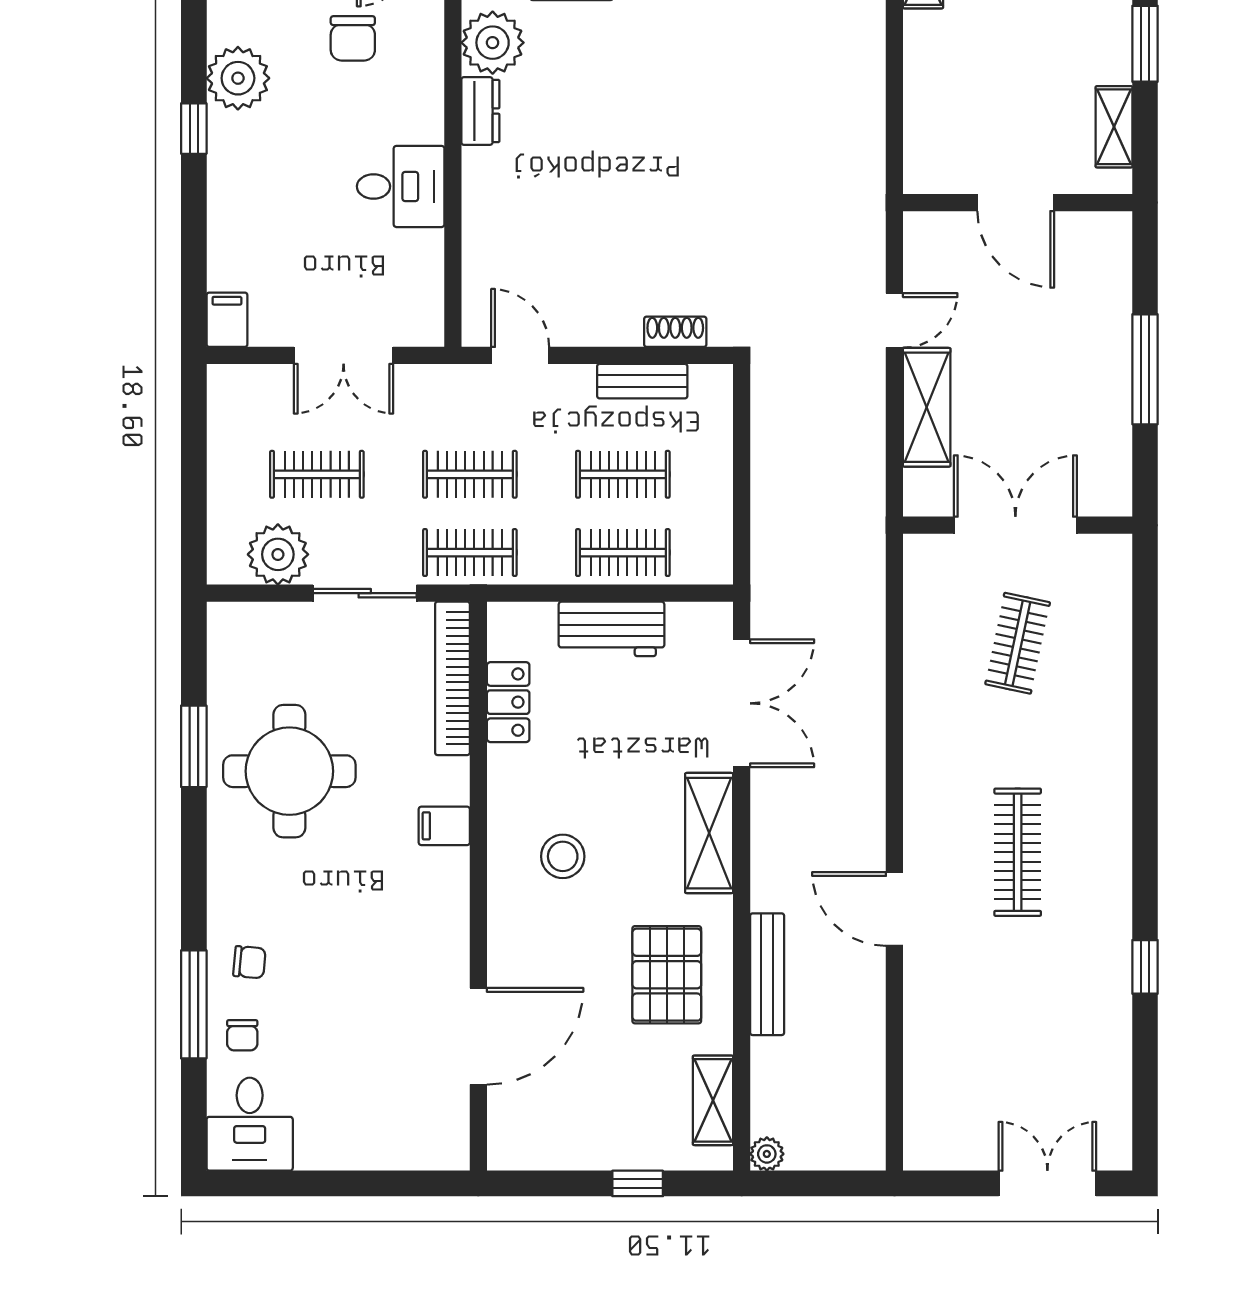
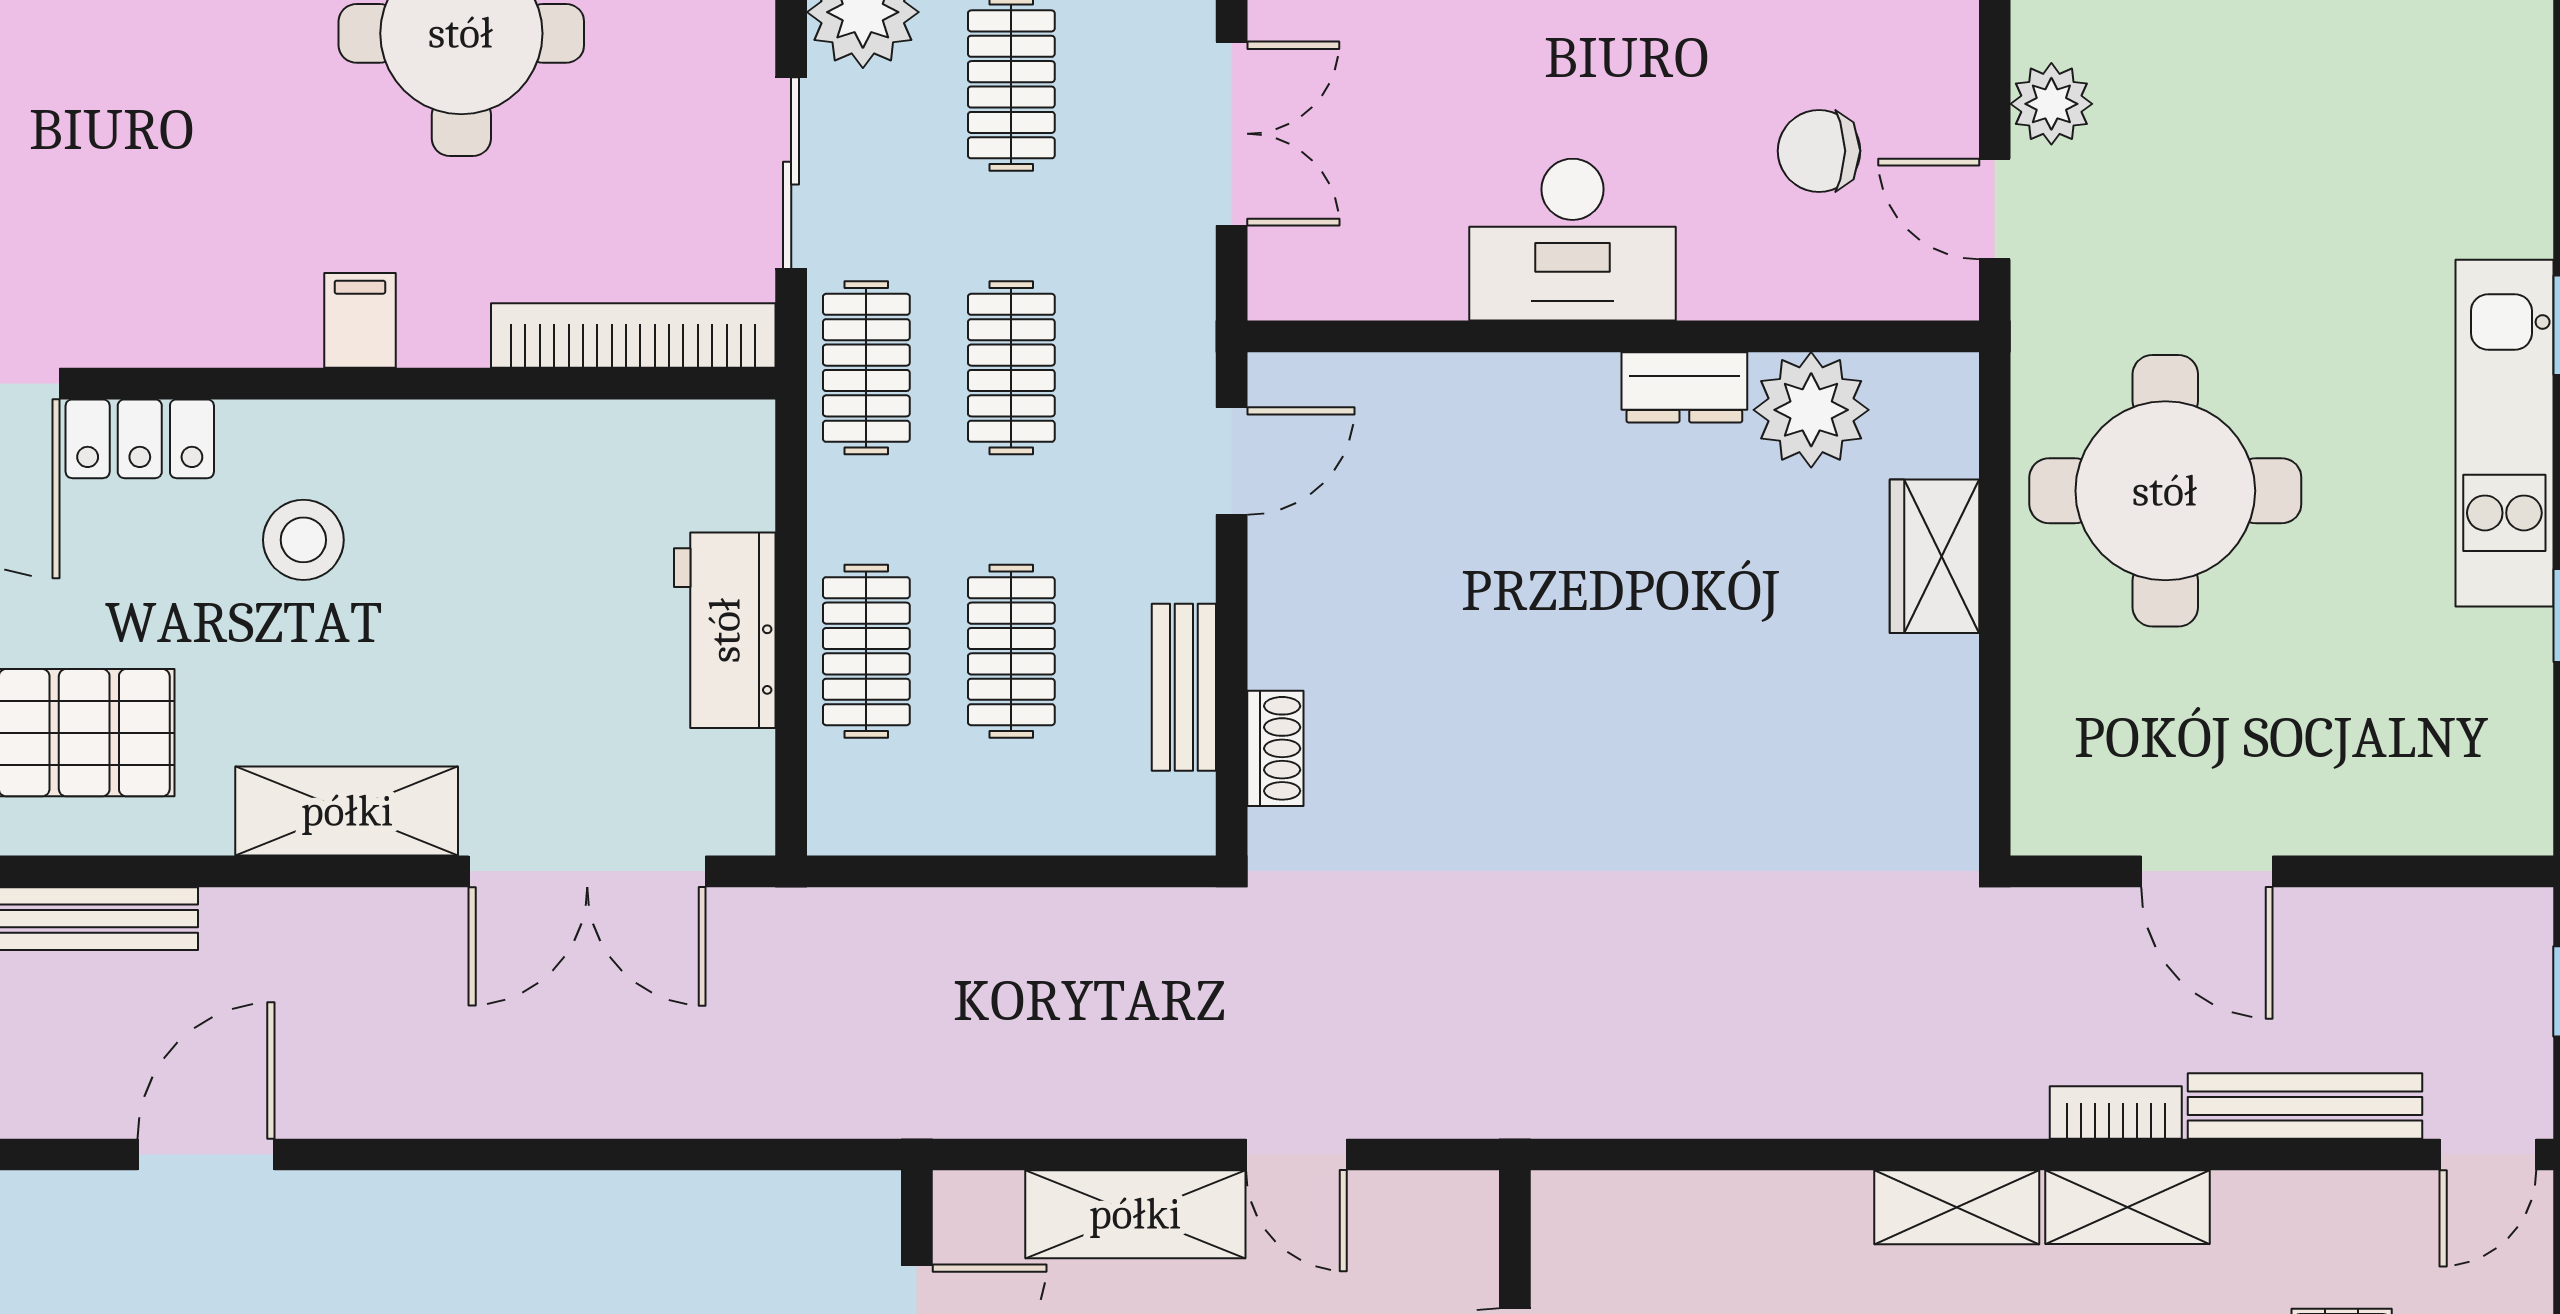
desk: (401, 186) -> (1573, 240), width x1.37
double door: (344, 355) -> (1232, 134), swing flipped
locker: (508, 702) -> (140, 439), moved

